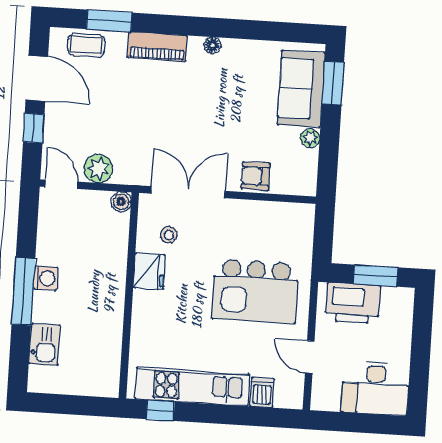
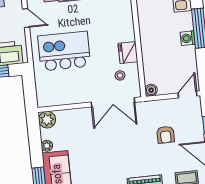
plant: (98, 169) -> (47, 120), moved
armchair: (256, 176) -> (166, 135), moved, turned 90
door: (61, 184) -> (188, 95), swing flipped

